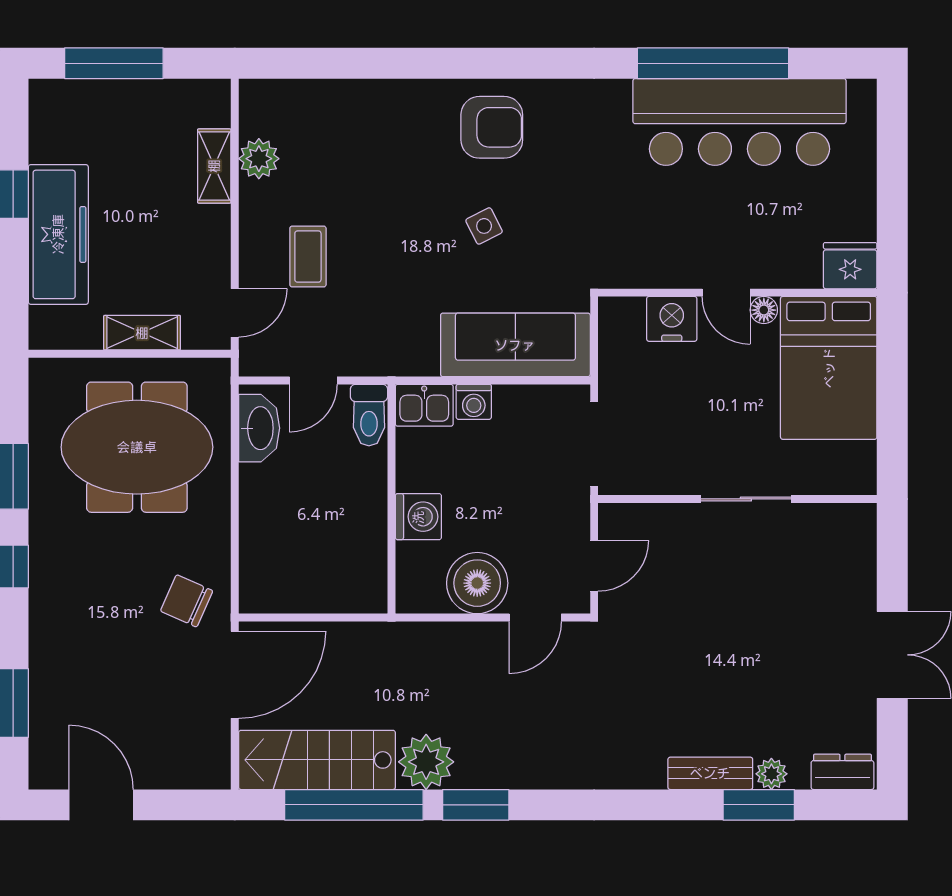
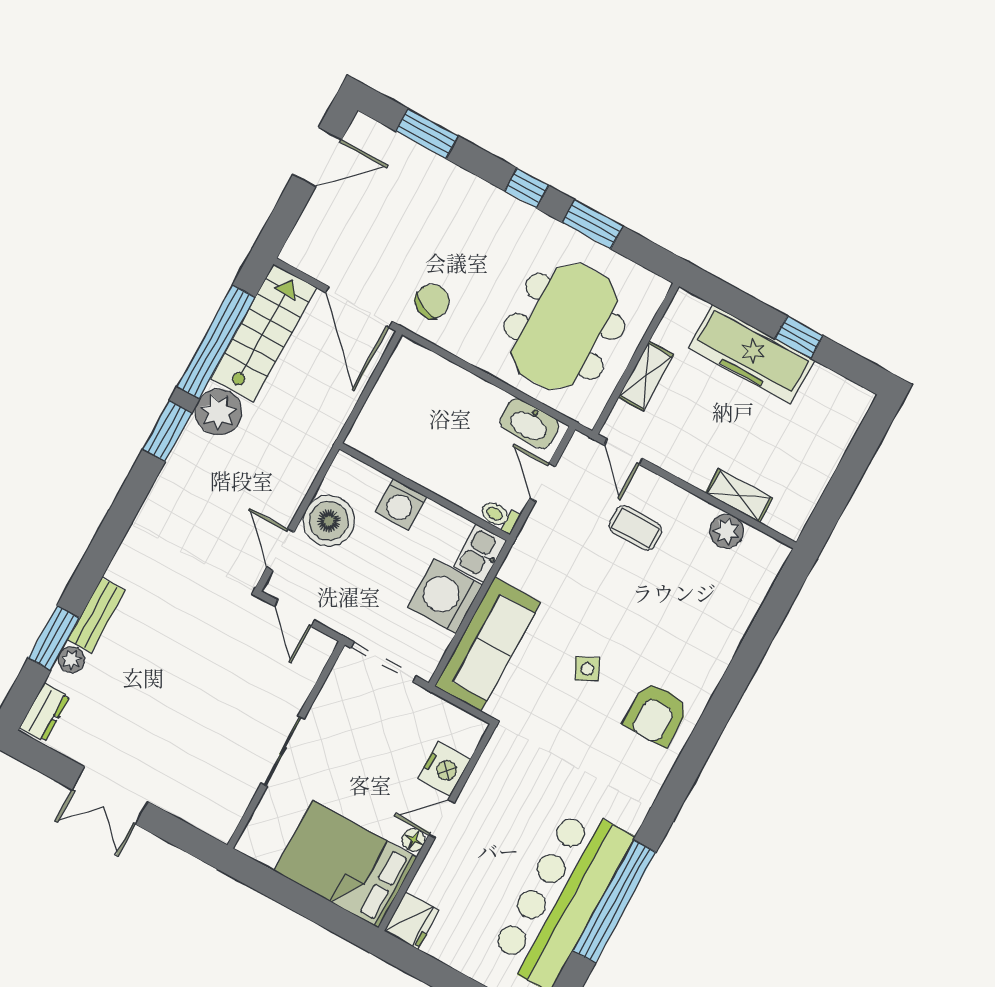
window: (114, 63) -> (854, 463), removed
washing machine: (474, 402) -> (445, 596), width x1.89, depth x1.89
toilet: (369, 415) -> (499, 516), width x0.73, depth x0.72

